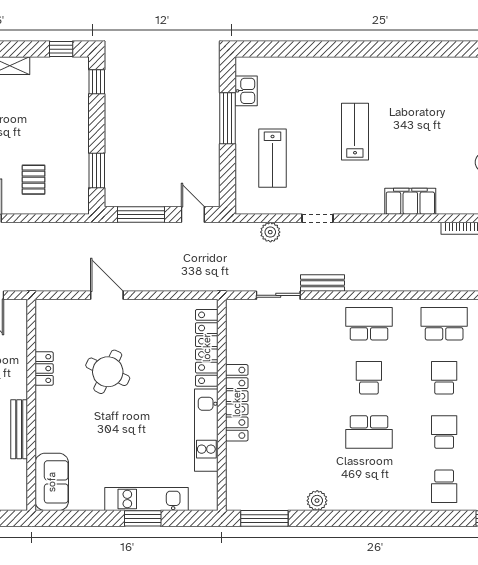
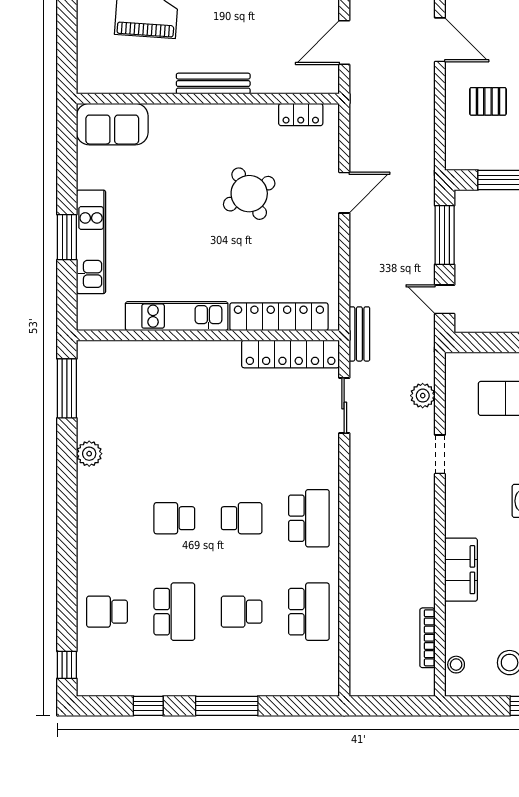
door: (193, 214) -> (445, 299), swing flipped
bench: (323, 283) -> (359, 334), moved
locker: (44, 369) -> (301, 115), moved
round table: (108, 372) -> (249, 194), turned 35
school desk: (444, 378) -> (242, 612), turned 180
locker: (237, 403) -> (291, 354), moved
bench: (19, 429) -> (213, 84), moved
school desk: (369, 432) -> (174, 518), width x0.54
school desk: (444, 432) -> (174, 612), width x1.85

